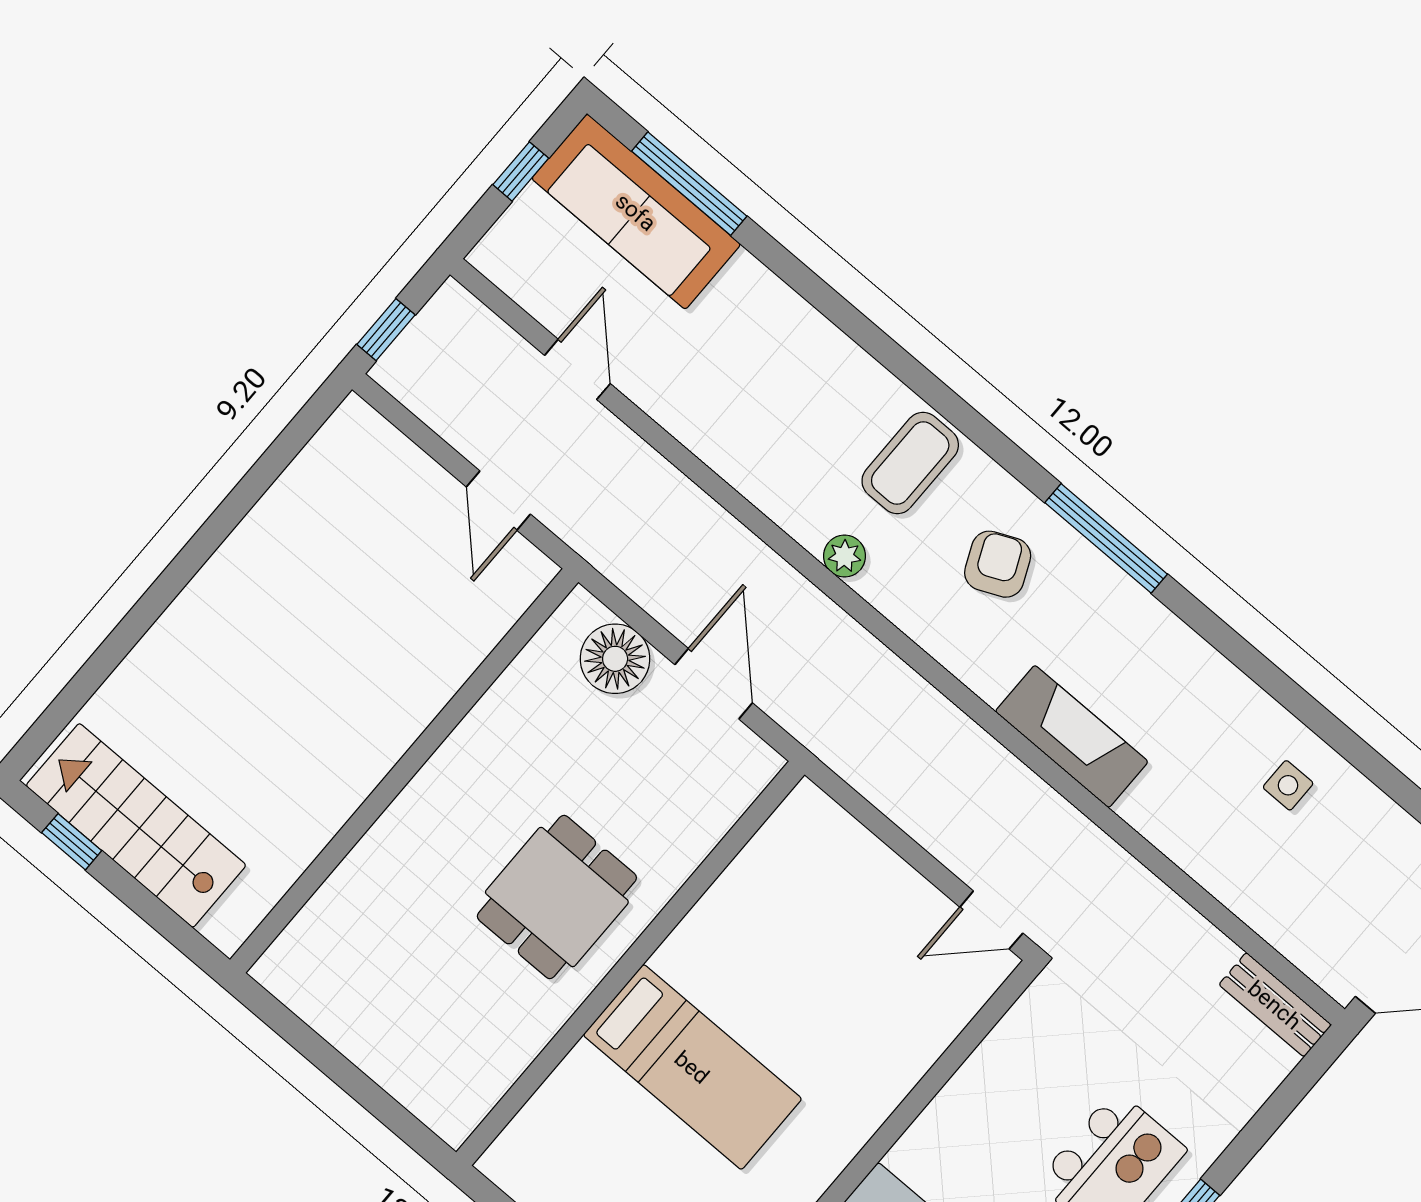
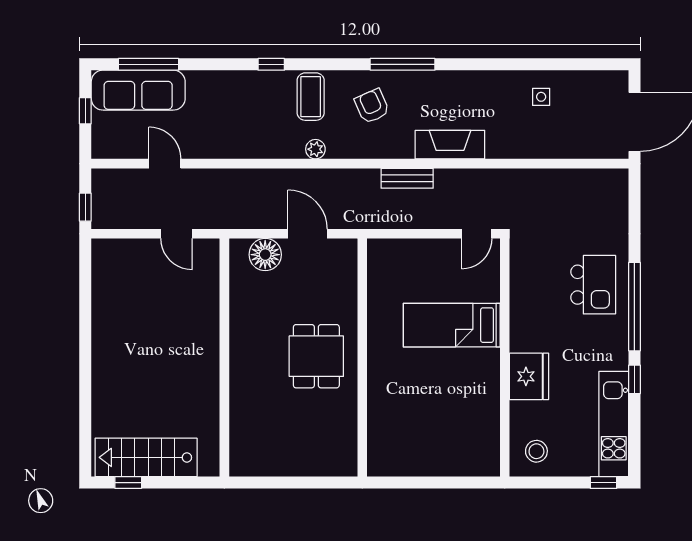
window: (891, 355) -> (271, 64), added
bench: (1275, 1005) -> (407, 178), moved
bed: (692, 1067) -> (452, 325), moved, turned 180

